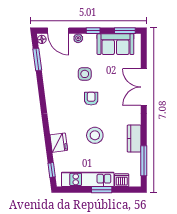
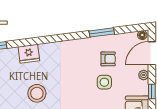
window: (37, 60) -> (102, 32), moved
armchair: (91, 99) -> (108, 59), moved

